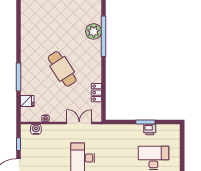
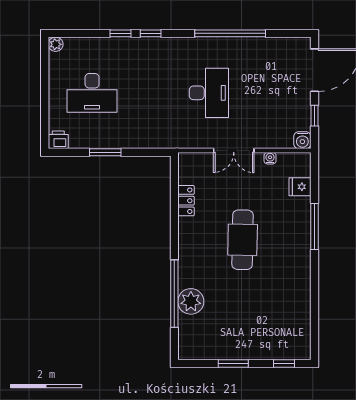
cafe table: (62, 69) -> (243, 240), turned 34
double door: (79, 123) -> (234, 151), moved
water cooler: (36, 129) -> (302, 140), moved
printer: (150, 130) -> (58, 140), moved

